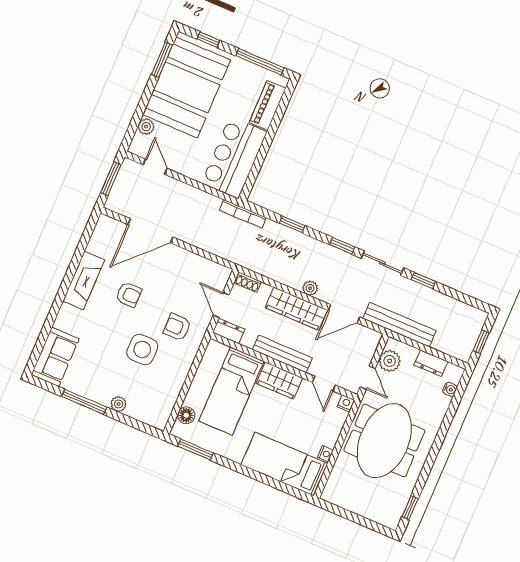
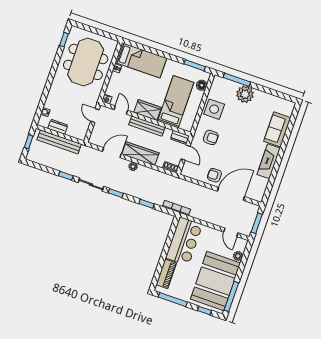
window: (162, 60) -> (231, 296), width x1.44
armchair: (129, 294) -> (214, 175), moved
bench: (399, 325) -> (59, 142), moved
side table: (142, 350) -> (214, 109), moved
sofa: (55, 357) -> (277, 129), moved
plant: (390, 361) -> (82, 126), removed
window: (84, 402) -> (237, 80), moved
plant: (119, 404) -> (245, 94), width x1.88, depth x1.88
meeting table: (384, 441) -> (86, 62), moved

